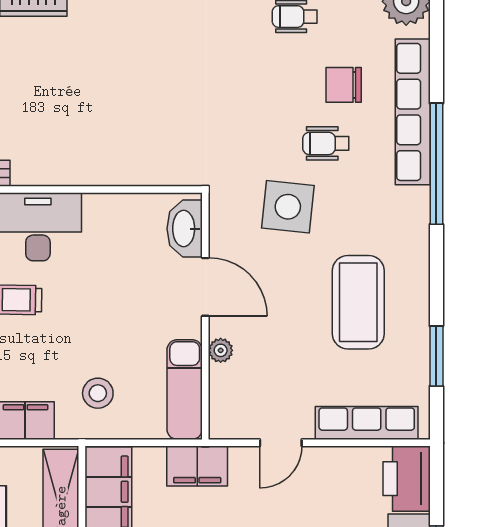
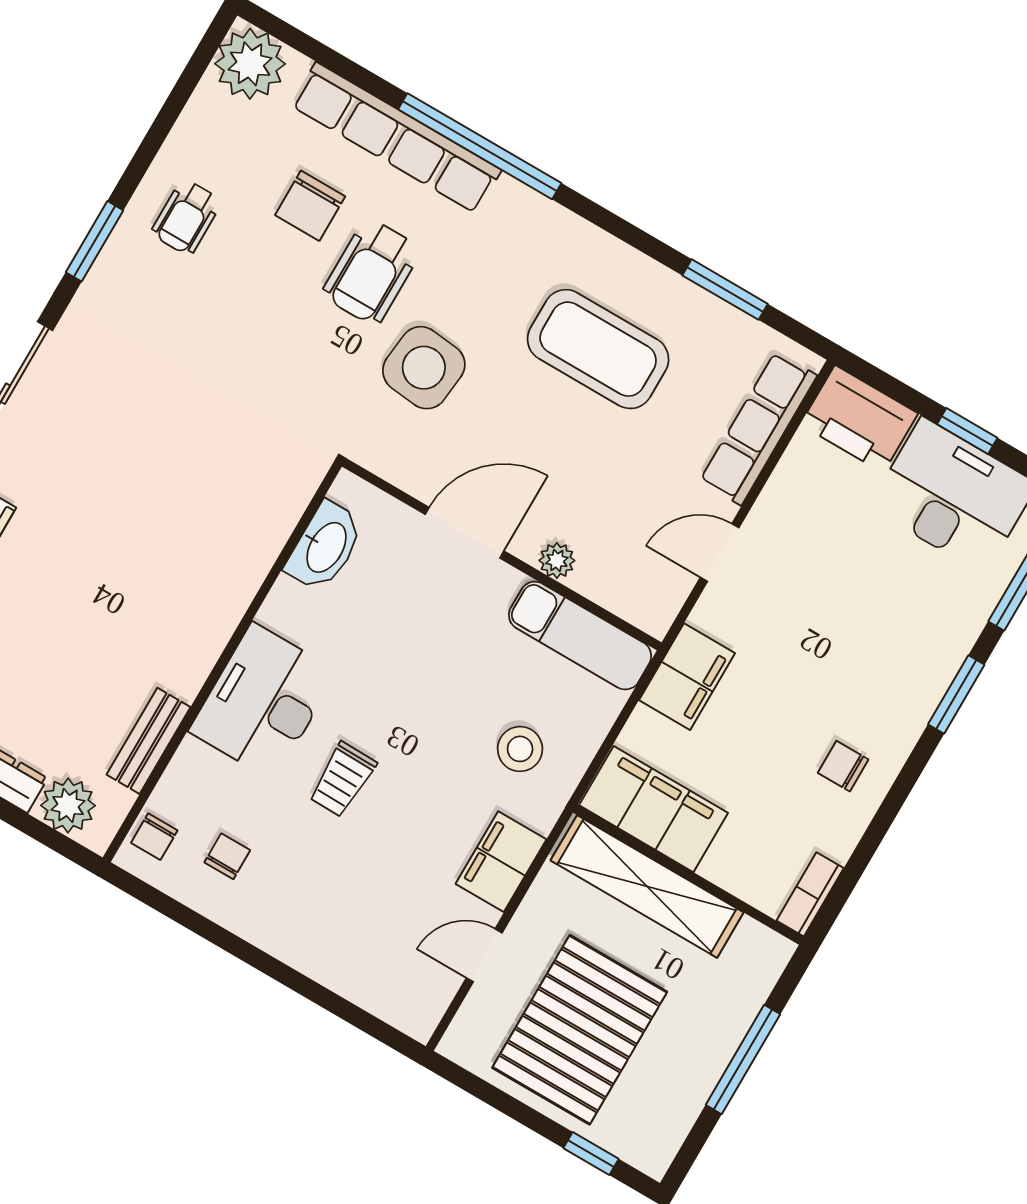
wheelchair: (326, 143) -> (371, 272), width x1.36, depth x1.37
washbasin: (185, 229) -> (325, 547), moved, turned -90
door: (281, 443) -> (720, 553), swing flipped

